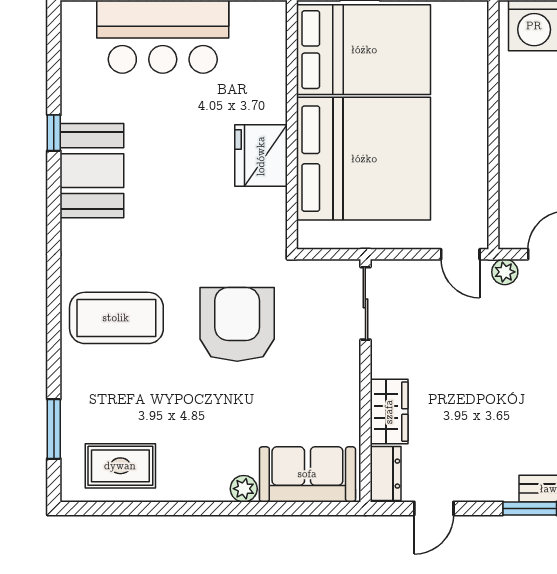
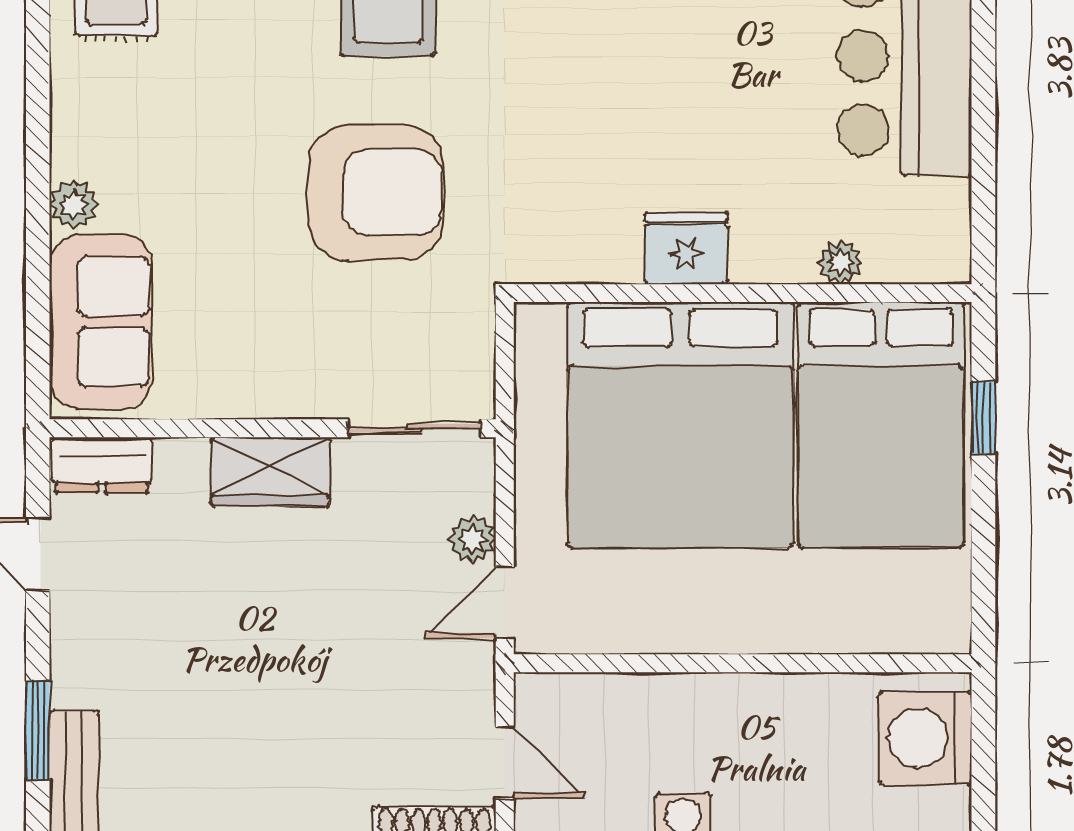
plant: (275, 72) -> (840, 262), added
fridge: (261, 156) -> (686, 249), width x0.73, depth x0.75
plant: (505, 272) -> (472, 539), moved
wardrobe: (389, 412) -> (270, 472), moved

